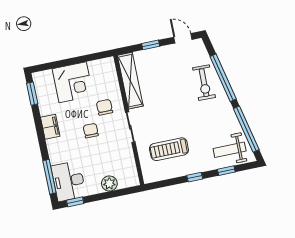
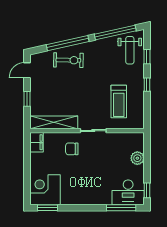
corner desk: (73, 82) -> (45, 190), moved, turned -90
filing cabinet: (50, 127) -> (37, 142), moved, turned 90
chair: (91, 131) -> (89, 165), removed

